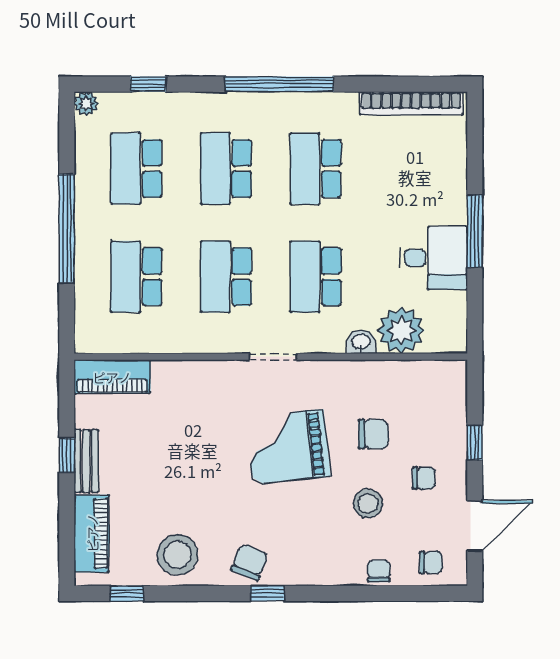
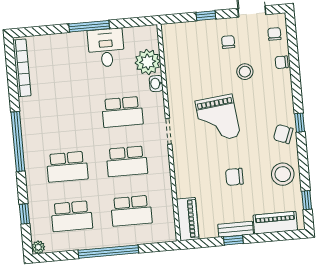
school desk: (316, 169) -> (63, 117), removed
chair: (373, 434) -> (234, 177), moved, turned -90

